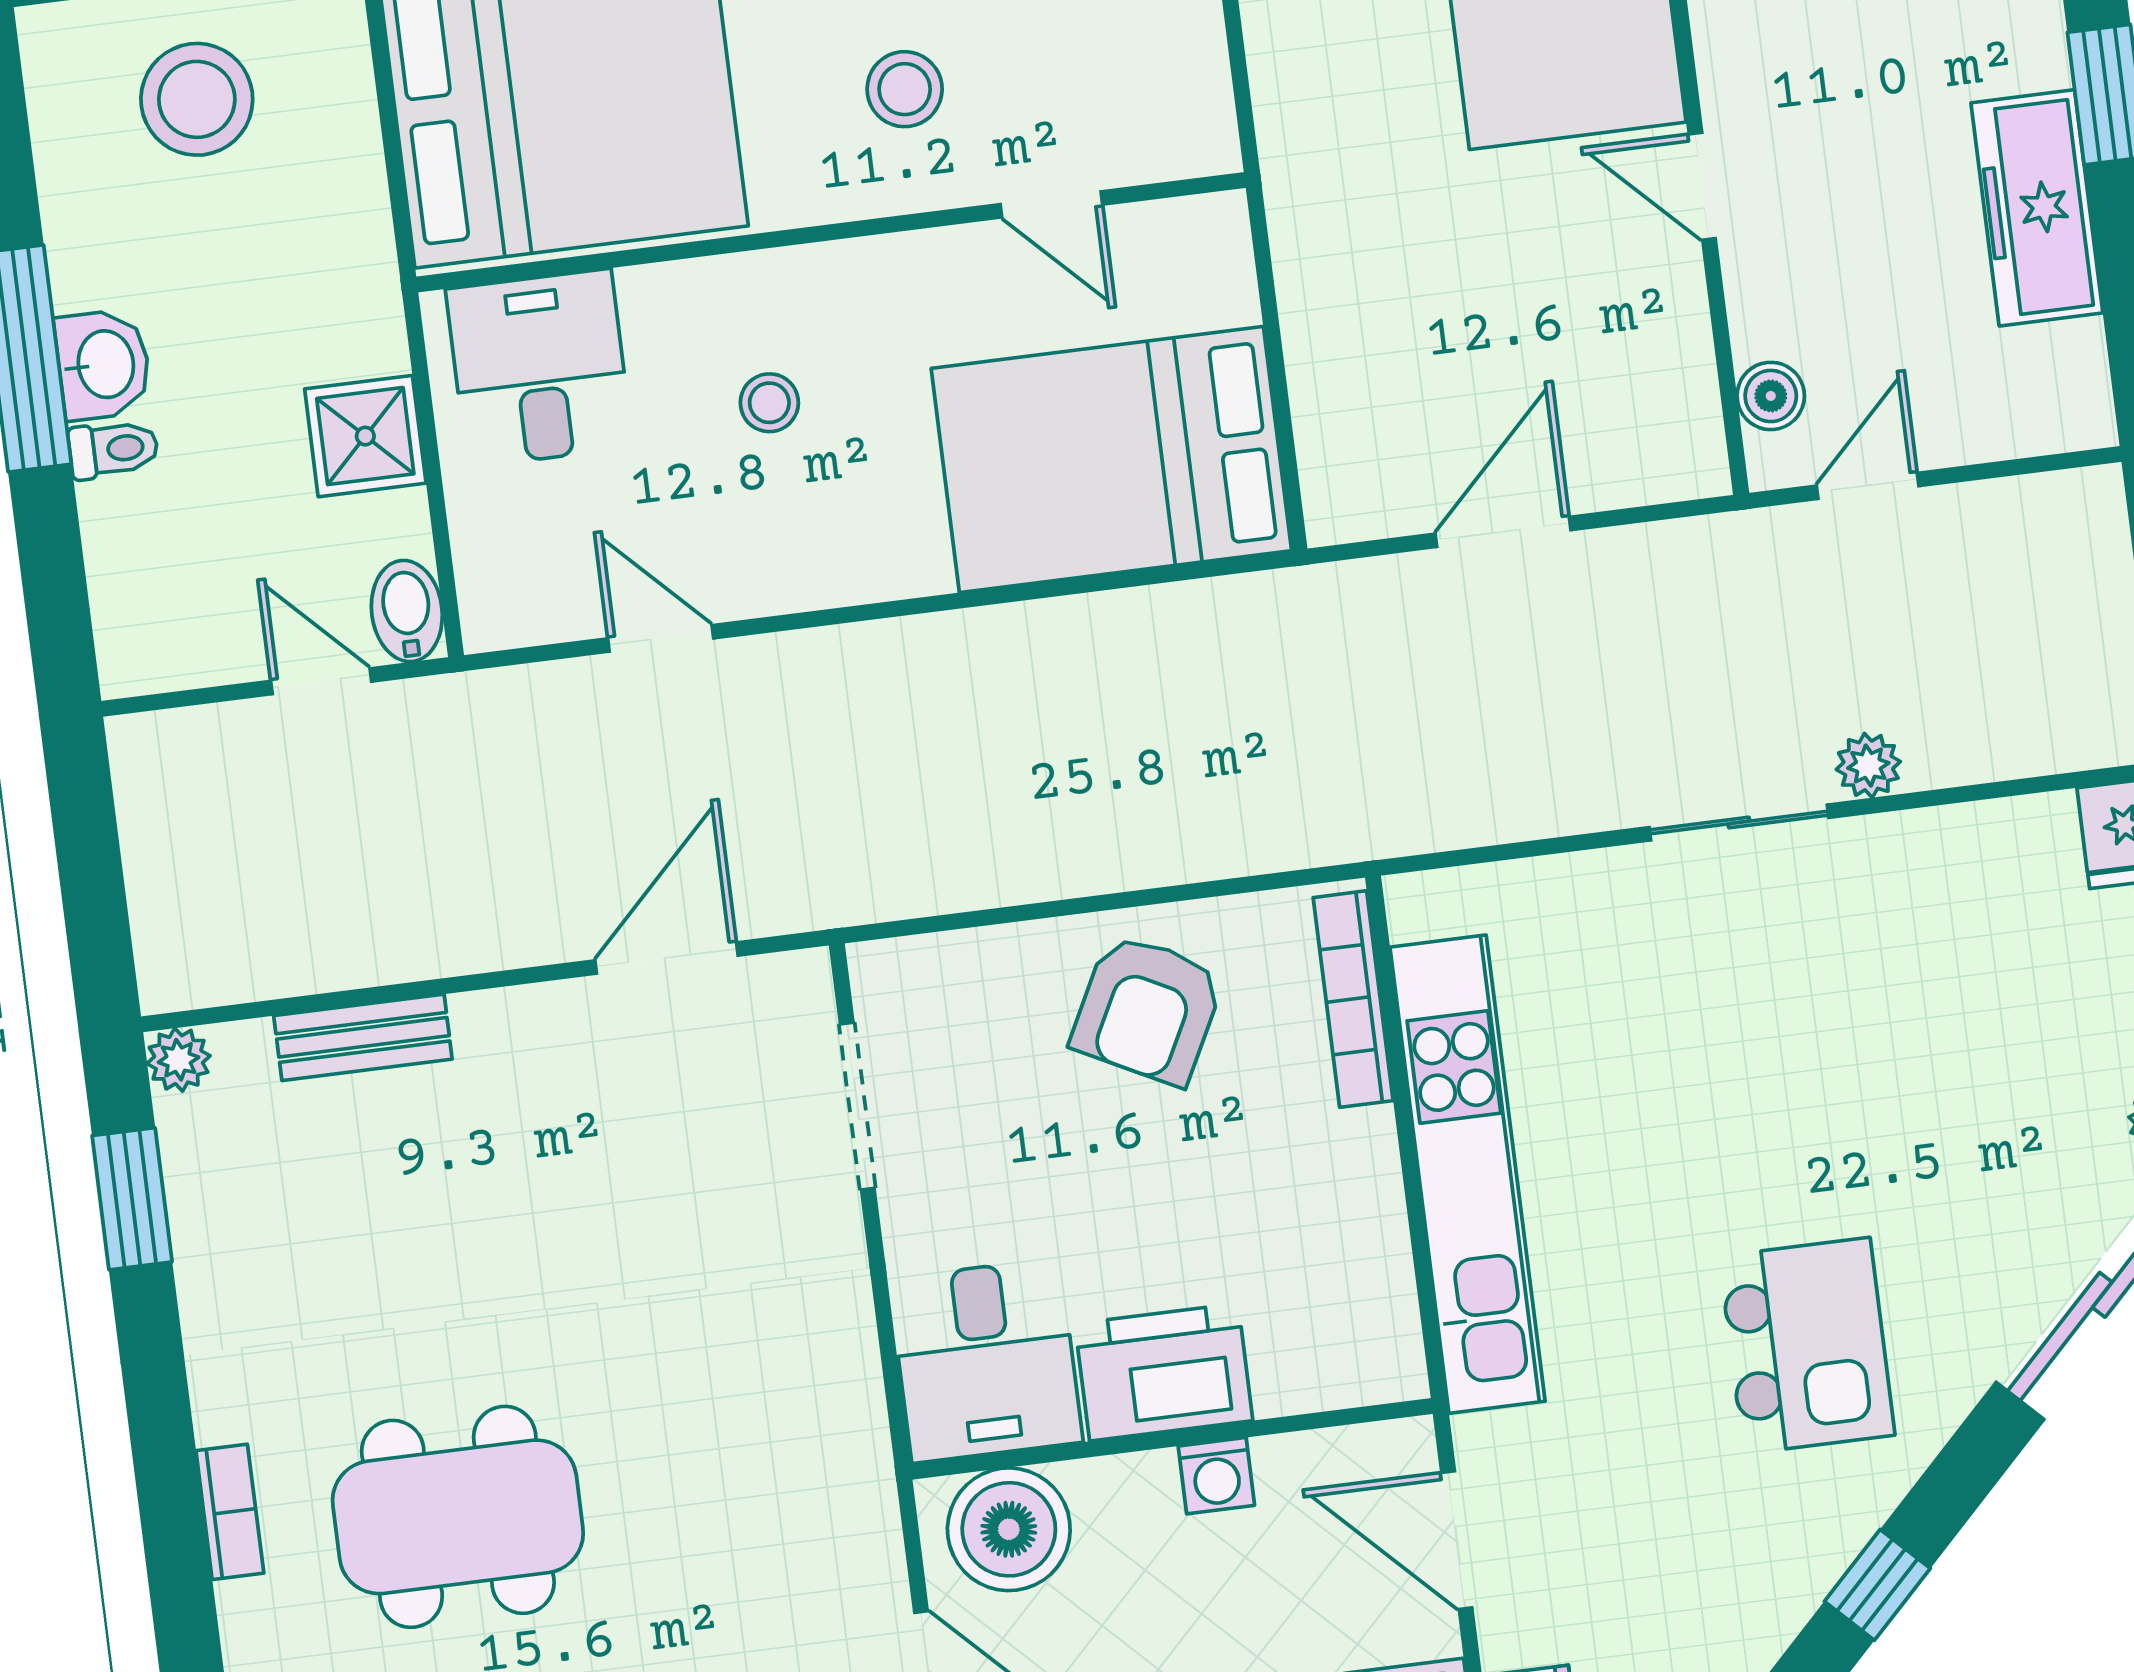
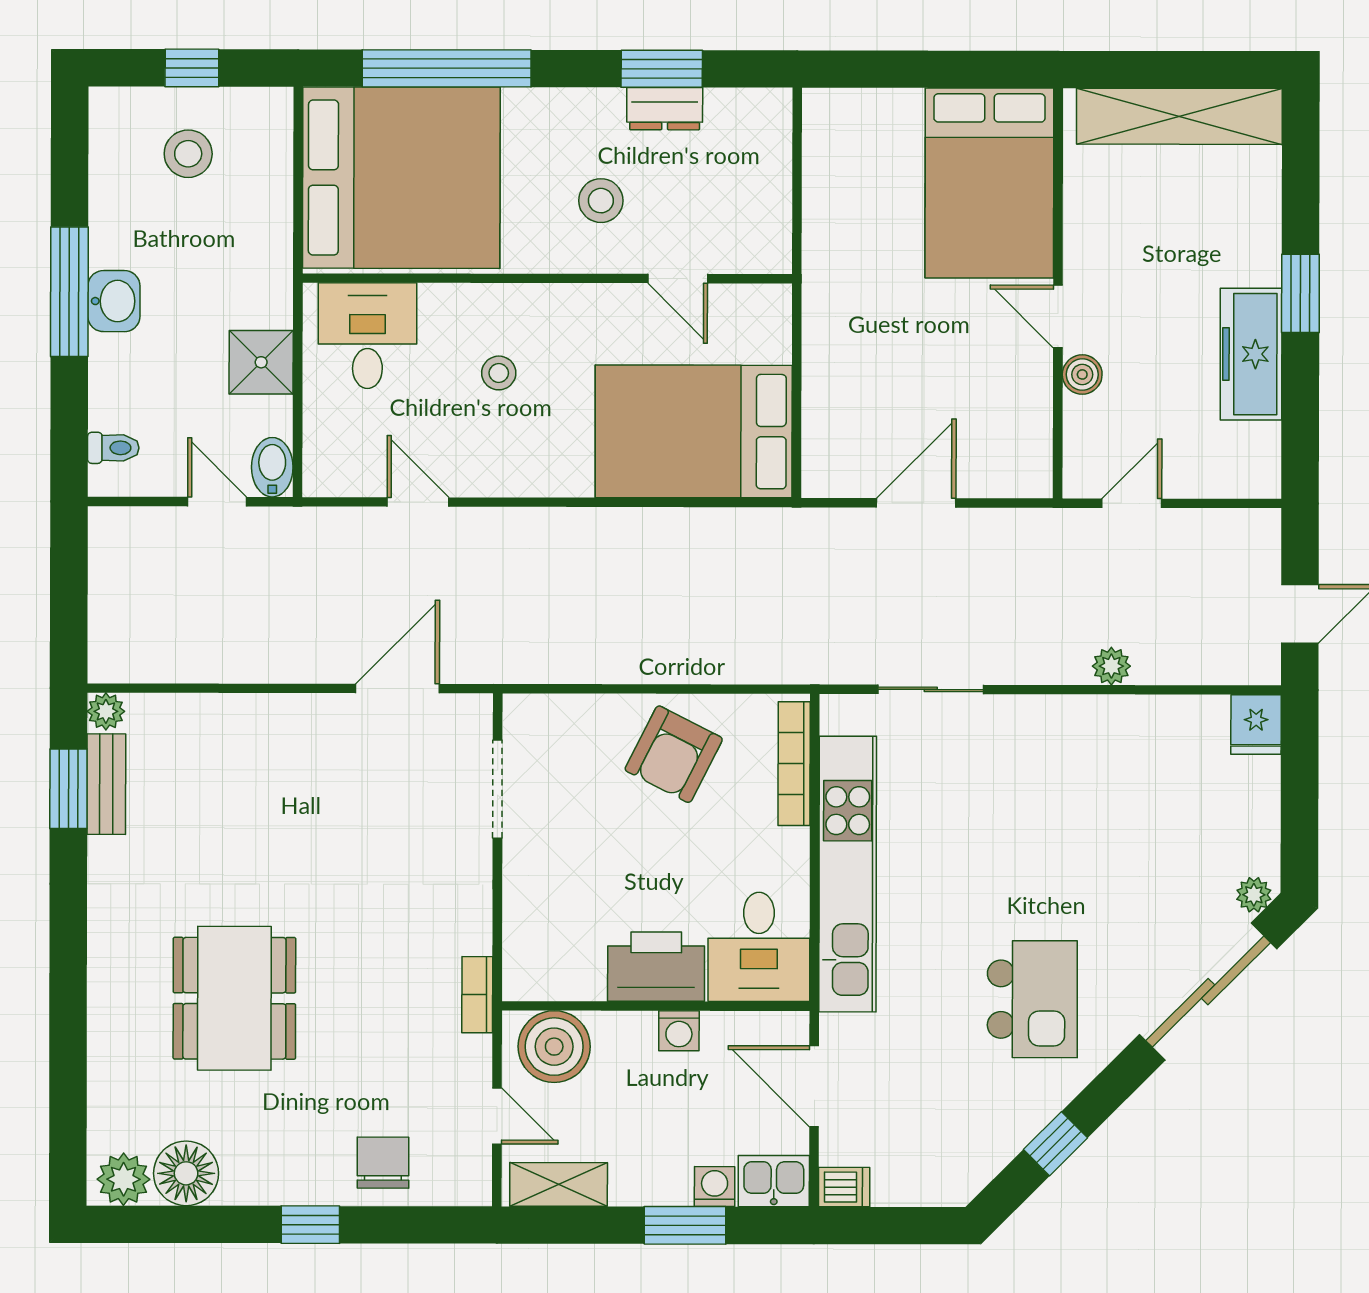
stool: (197, 99) -> (188, 154), width x0.73, depth x0.73
boiler: (1771, 396) -> (1082, 374), moved
toilet: (113, 449) -> (113, 448), moved
sliding door: (1739, 822) -> (931, 689), moved
bench: (363, 1037) -> (106, 784), moved, turned 90
desk: (986, 1360) -> (759, 947), moved
bookcase: (230, 1512) -> (477, 995), moved, turned 180
dining table: (458, 1517) -> (234, 998), turned 90

